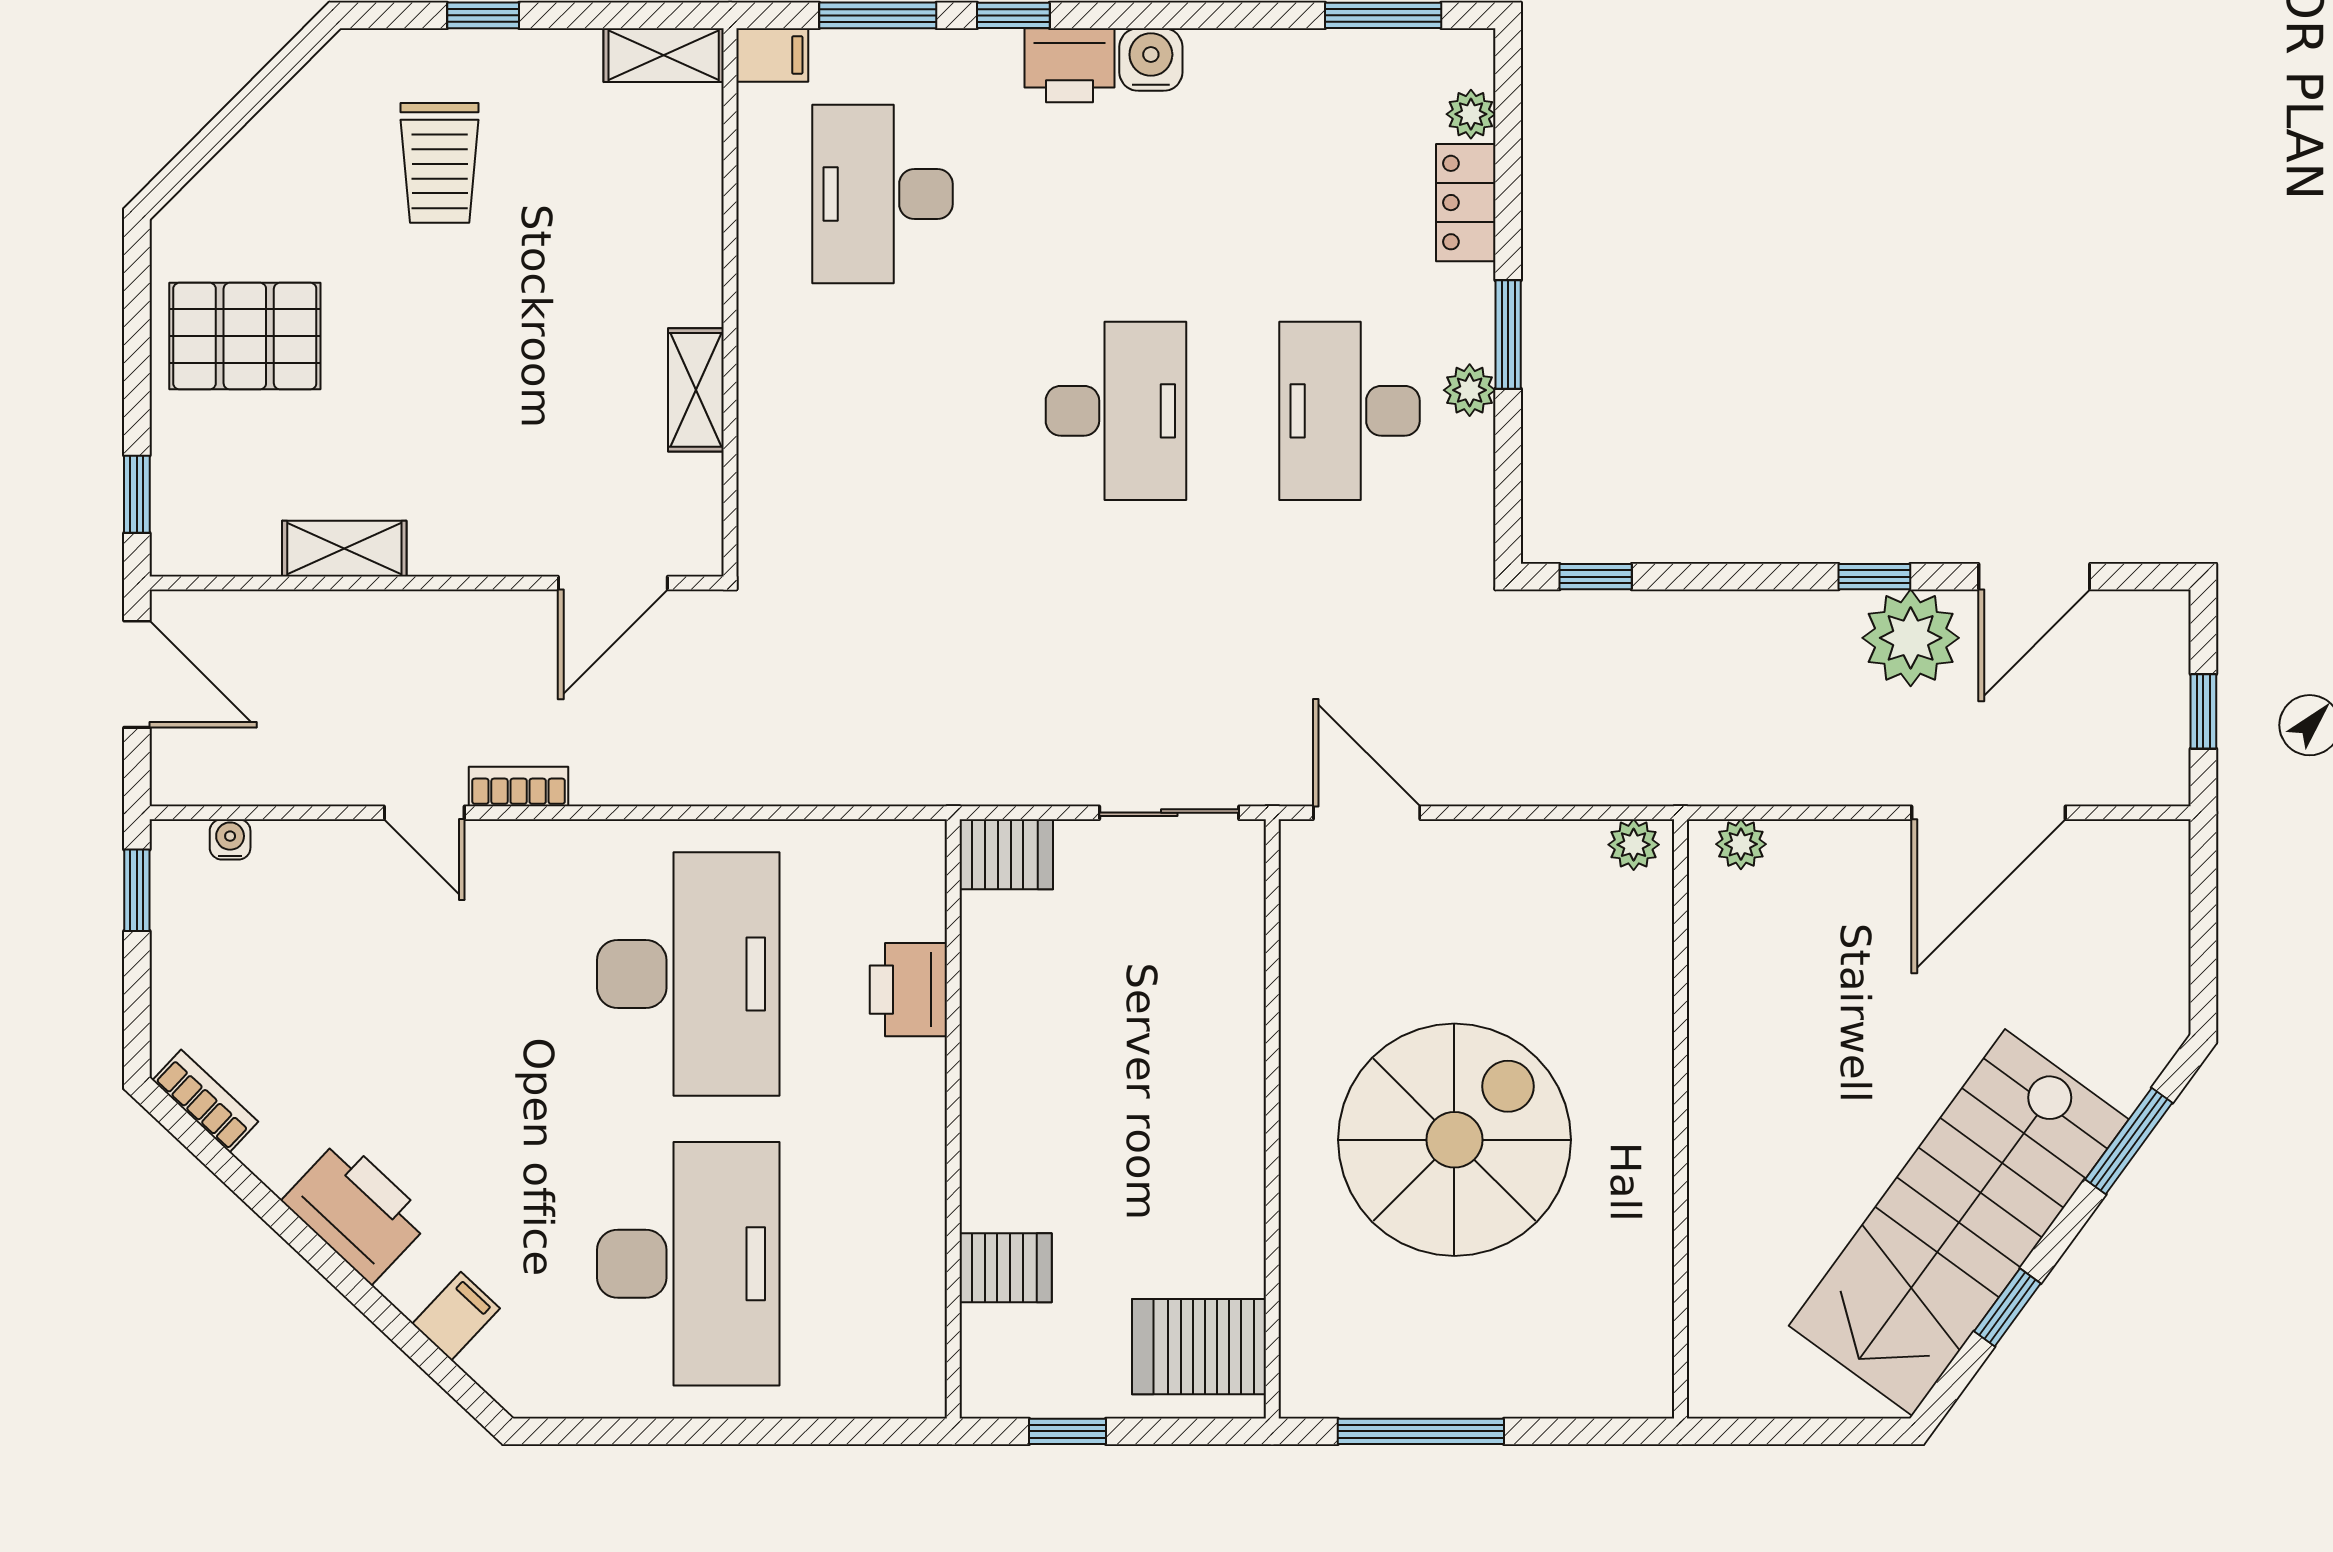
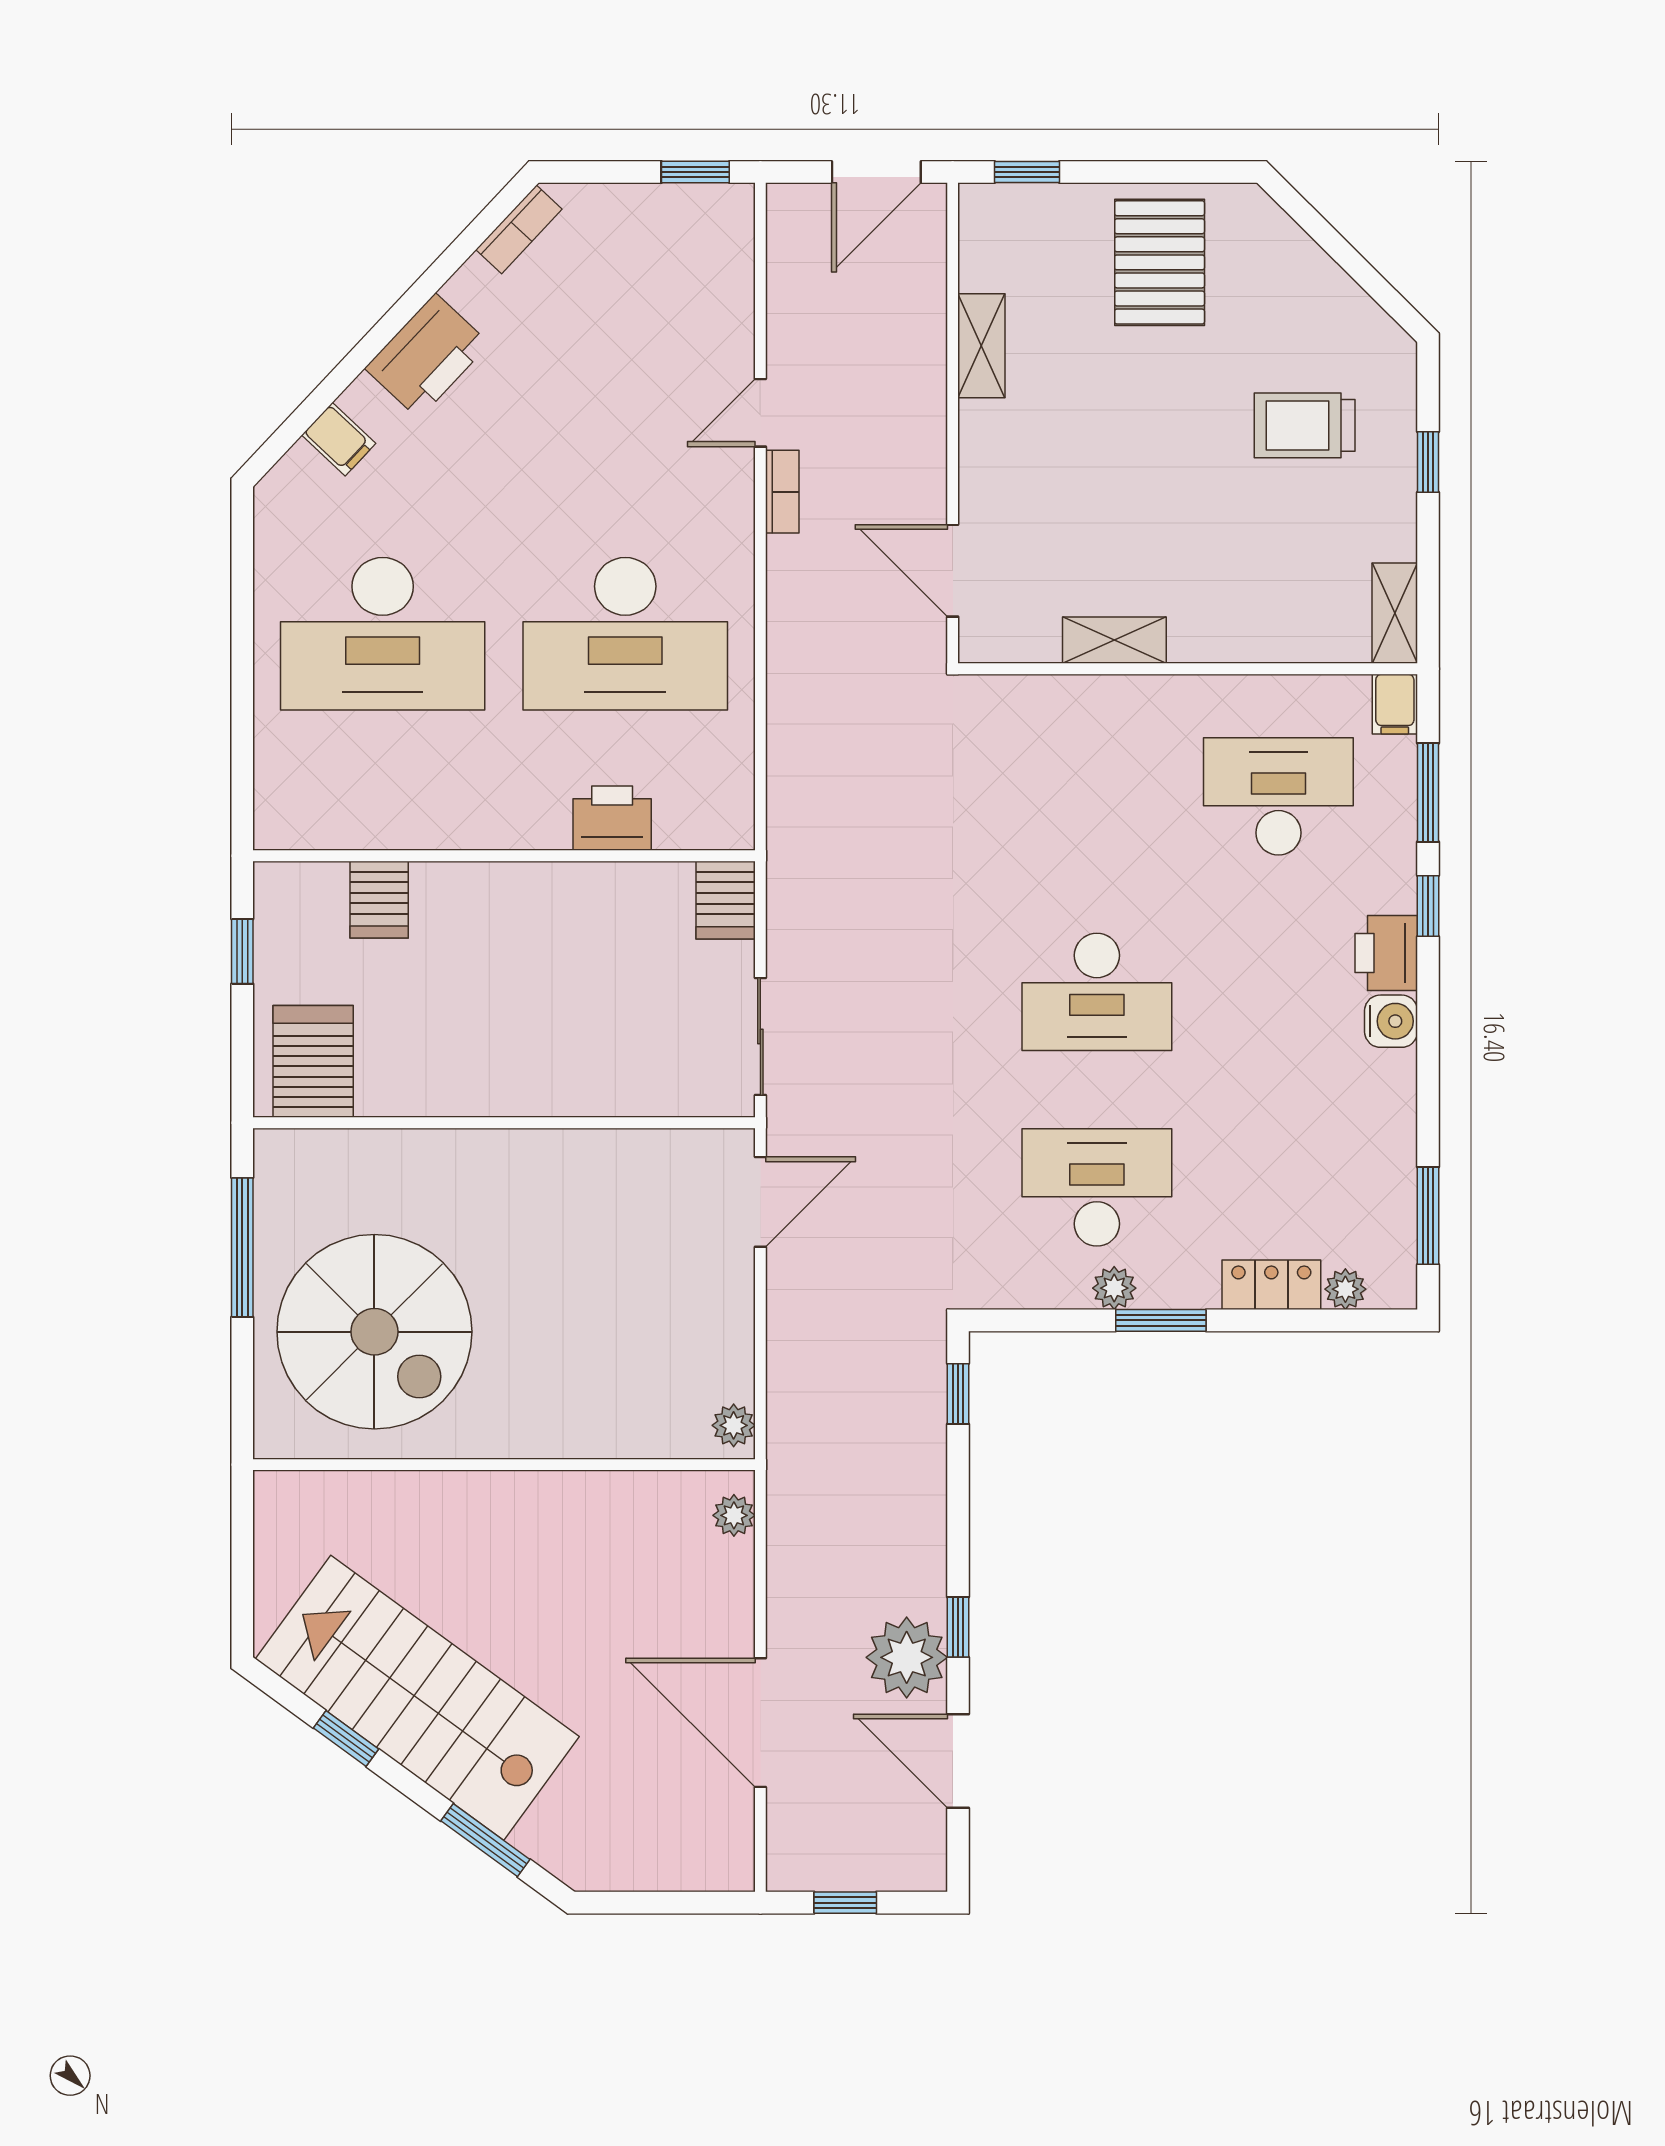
water cooler: (230, 839) -> (738, 250), removed
spiral stairs: (1454, 1140) -> (374, 1332), moved

